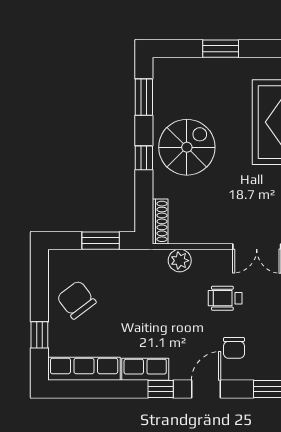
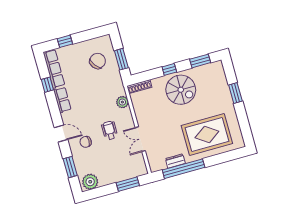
chair: (76, 300) -> (98, 61), moved
window: (161, 389) -> (47, 85), moved

